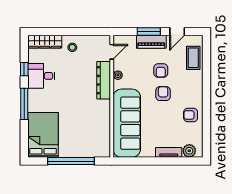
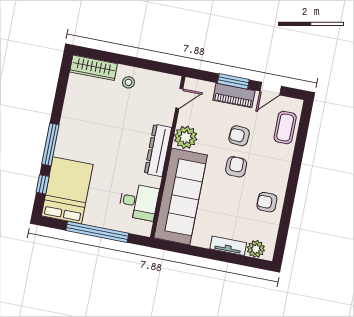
window: (24, 69) -> (43, 184), moved
armchair: (161, 70) -> (239, 136), turned 94
plant: (118, 75) -> (186, 137), width x1.87, depth x1.87
desk: (41, 76) -> (139, 202), moved, turned 180
dresser: (104, 80) -> (158, 150), moved

